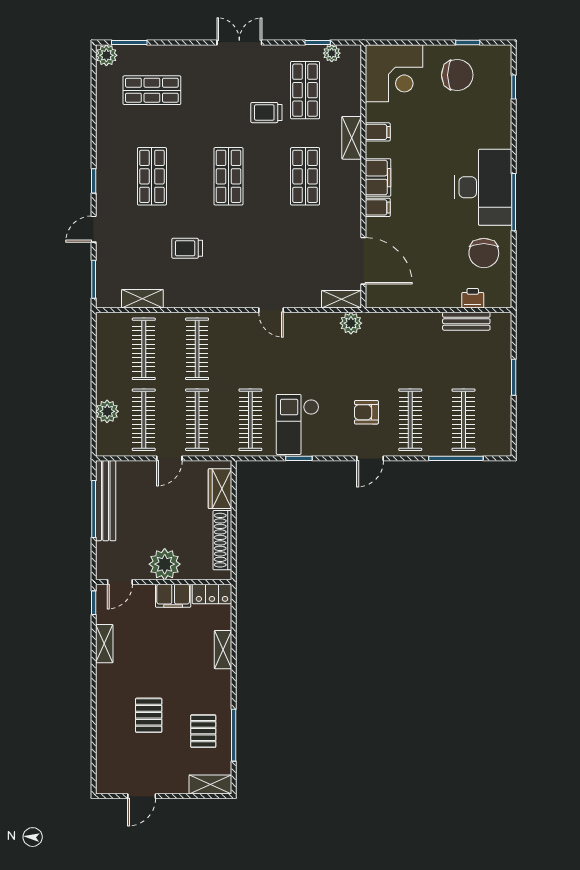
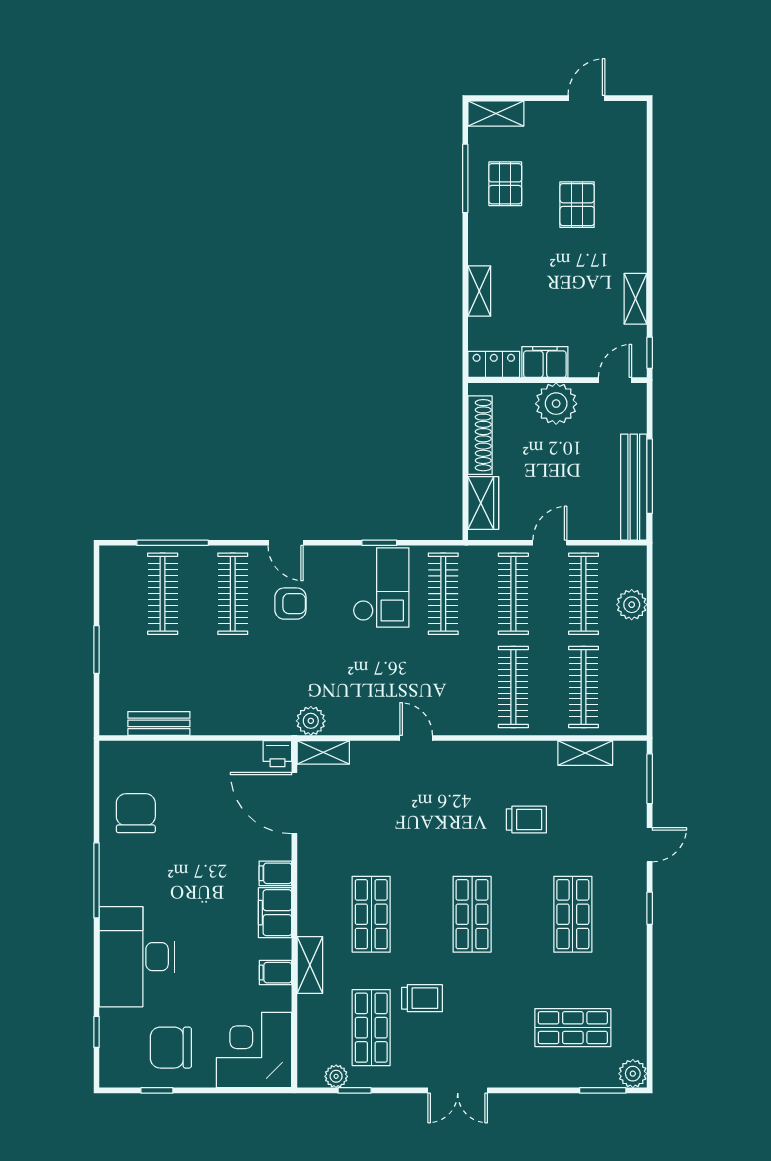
desk: (483, 187) -> (137, 957), moved
printer: (473, 298) -> (277, 754), moved
door: (370, 458) -> (286, 543), swing flipped

